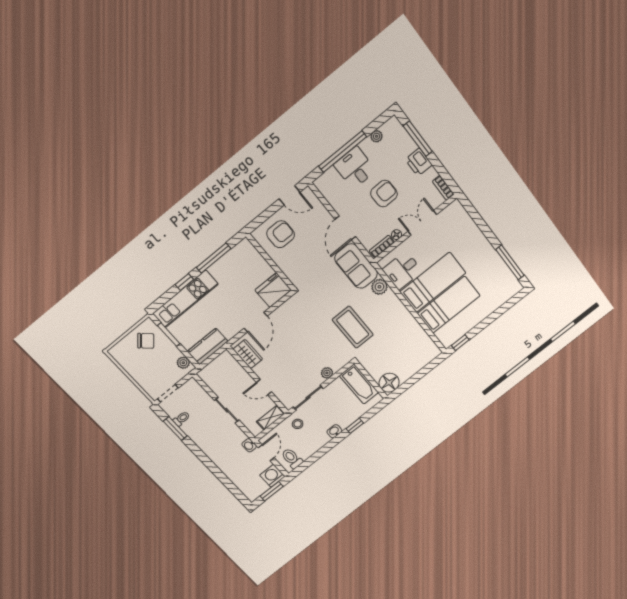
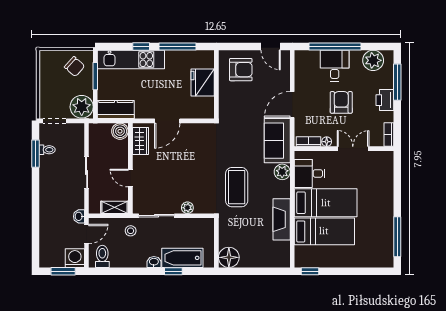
plant: (377, 136) -> (373, 60), width x1.88, depth x1.88
armchair: (384, 194) -> (341, 102), turned -89
fridge: (273, 290) -> (203, 83), moved, turned -90
fireplace: (408, 323) -> (282, 219), added
boiler: (225, 360) -> (120, 131), added
plant: (183, 363) -> (82, 107), width x1.87, depth x1.87
bathtub: (359, 384) -> (182, 258), moved, turned 90

